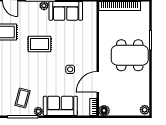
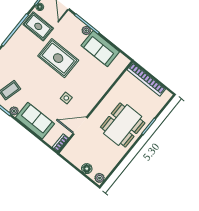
rug: (40, 44) -> (58, 58), width x1.36, depth x1.43
dining table: (130, 55) -> (123, 125), turned 90
floor lamp: (104, 111) -> (87, 169), moved

